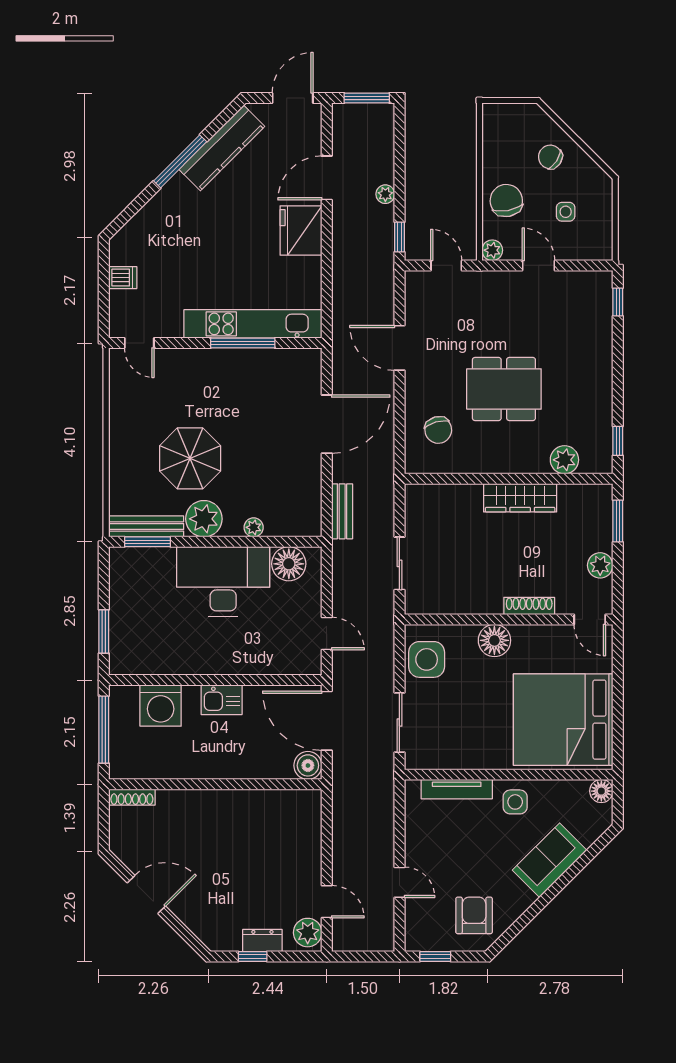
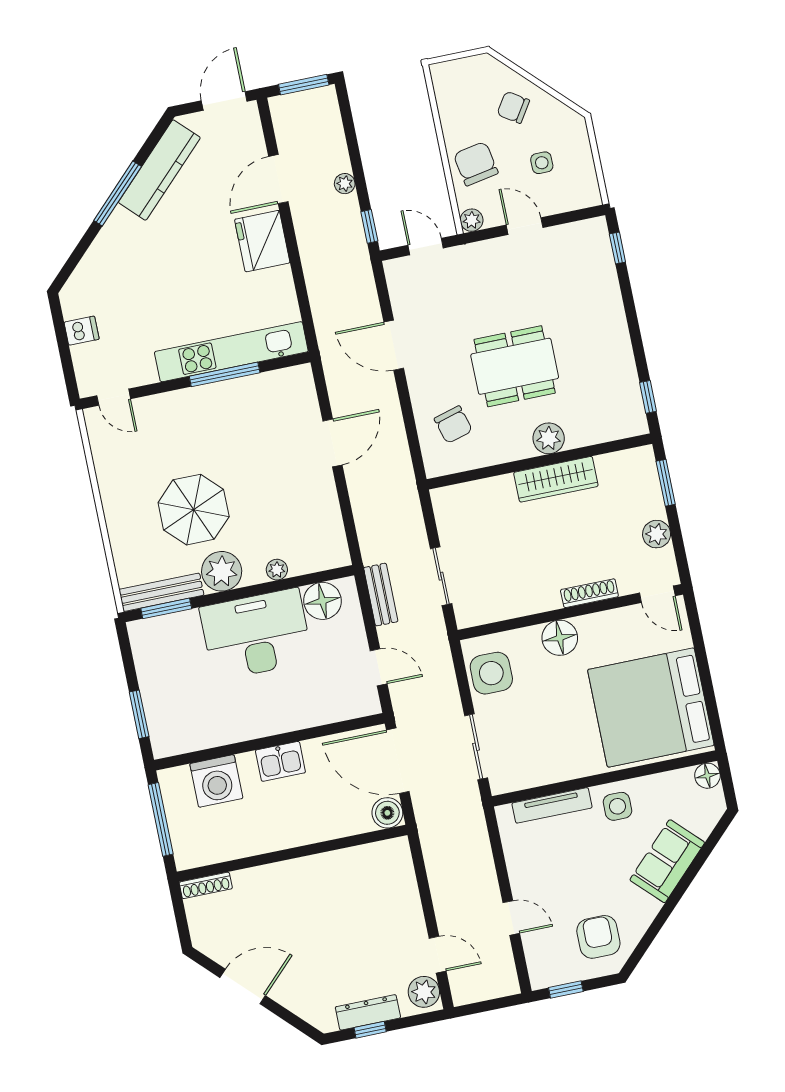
door: (327, 424) -> (332, 443), width x0.73
plant: (564, 460) -> (549, 438), moved
bench: (342, 511) -> (381, 595), moved
dresser: (262, 941) -> (368, 1012), width x1.44

